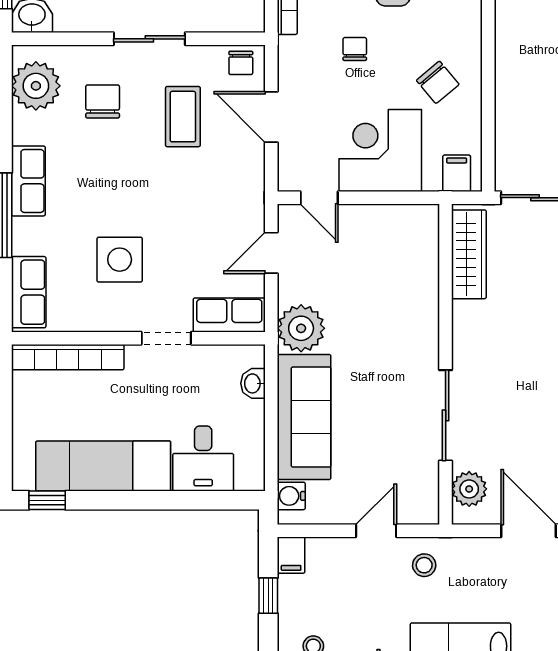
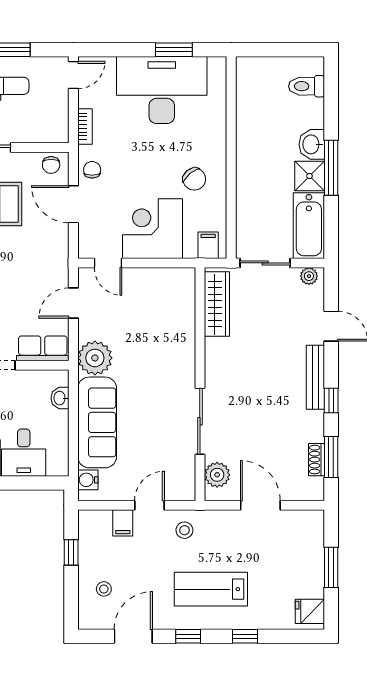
chair: (355, 49) -> (92, 170), moved
filing cabinet: (291, 555) -> (123, 523), moved

